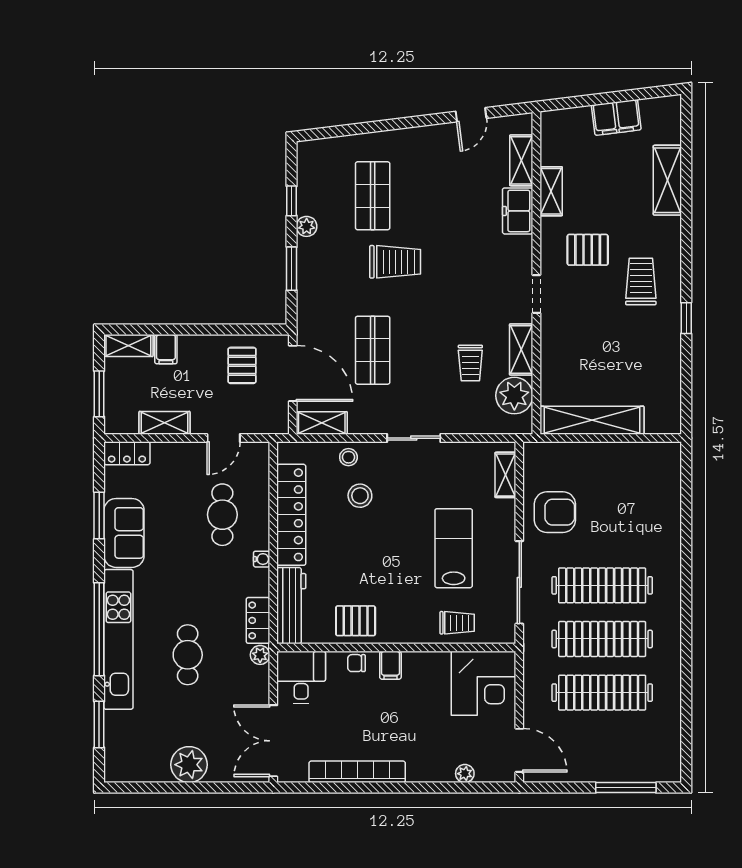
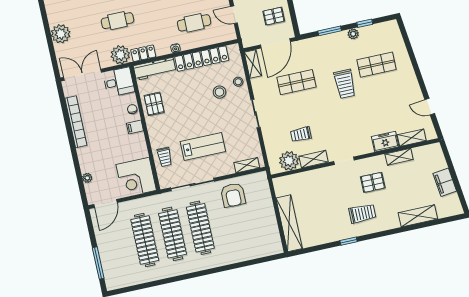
pallet: (588, 250) -> (373, 182), turned 90
shelving: (592, 420) -> (289, 223), moved
plant: (260, 655) -> (120, 55), width x1.88, depth x1.88

